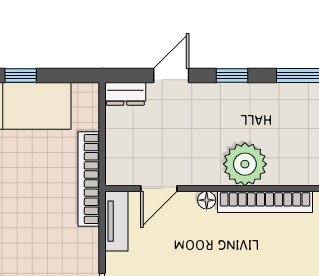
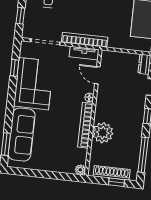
plant: (245, 164) -> (103, 133), moved
bookcase: (89, 179) -> (85, 40), moved

